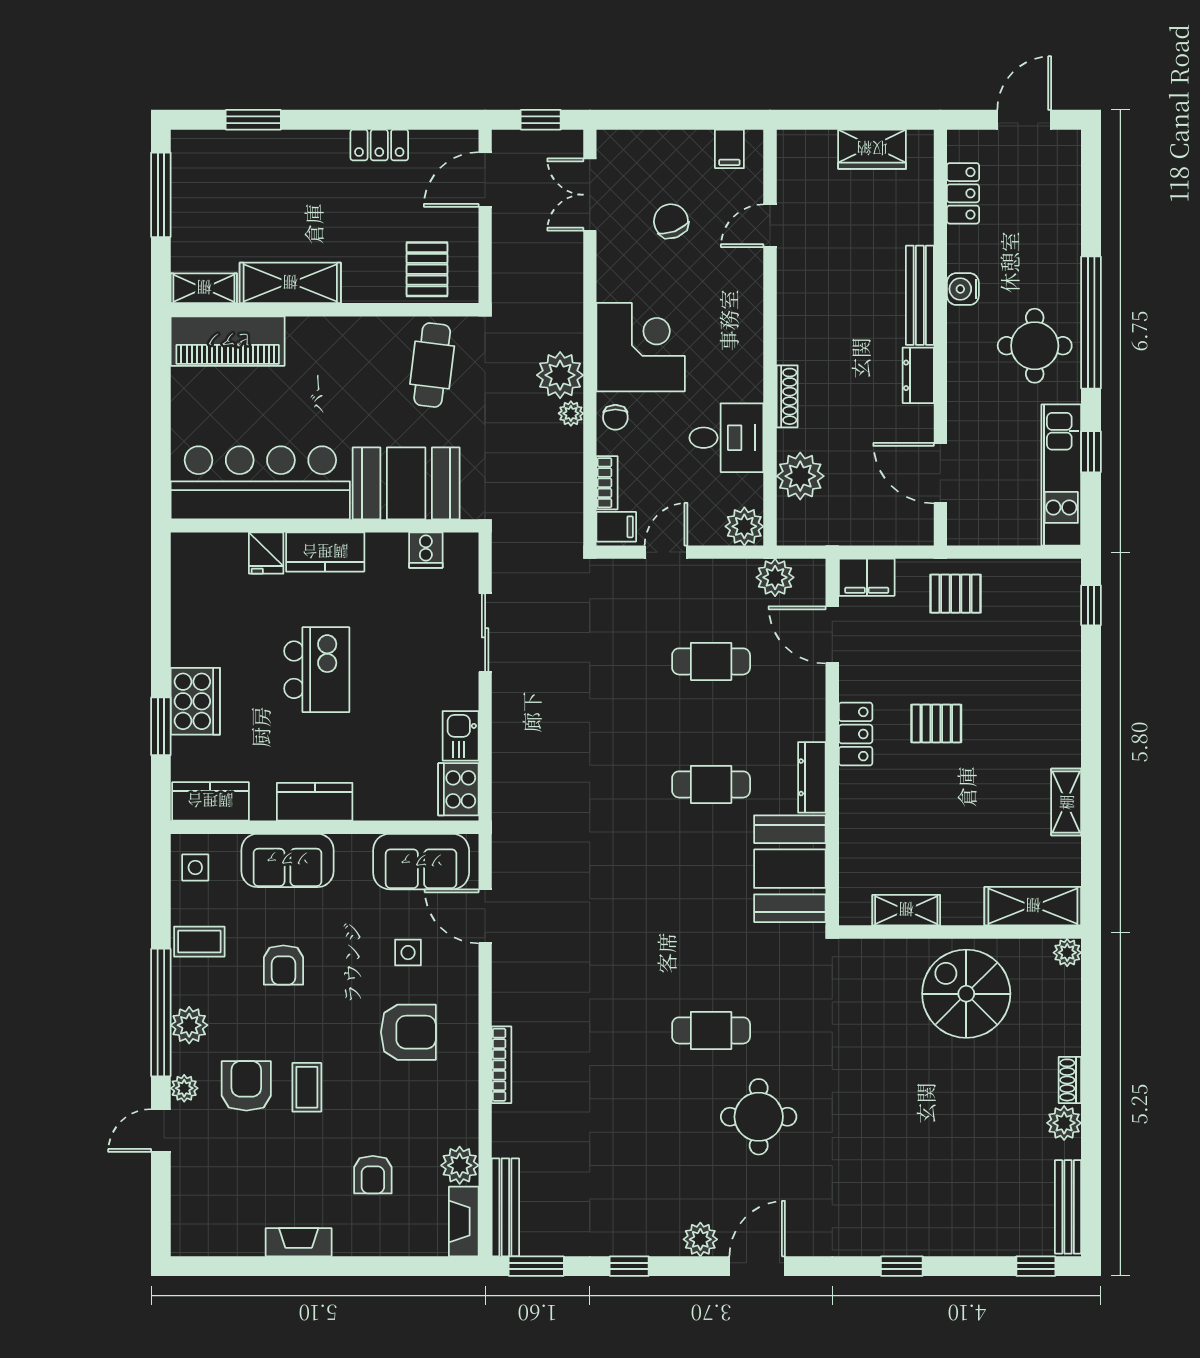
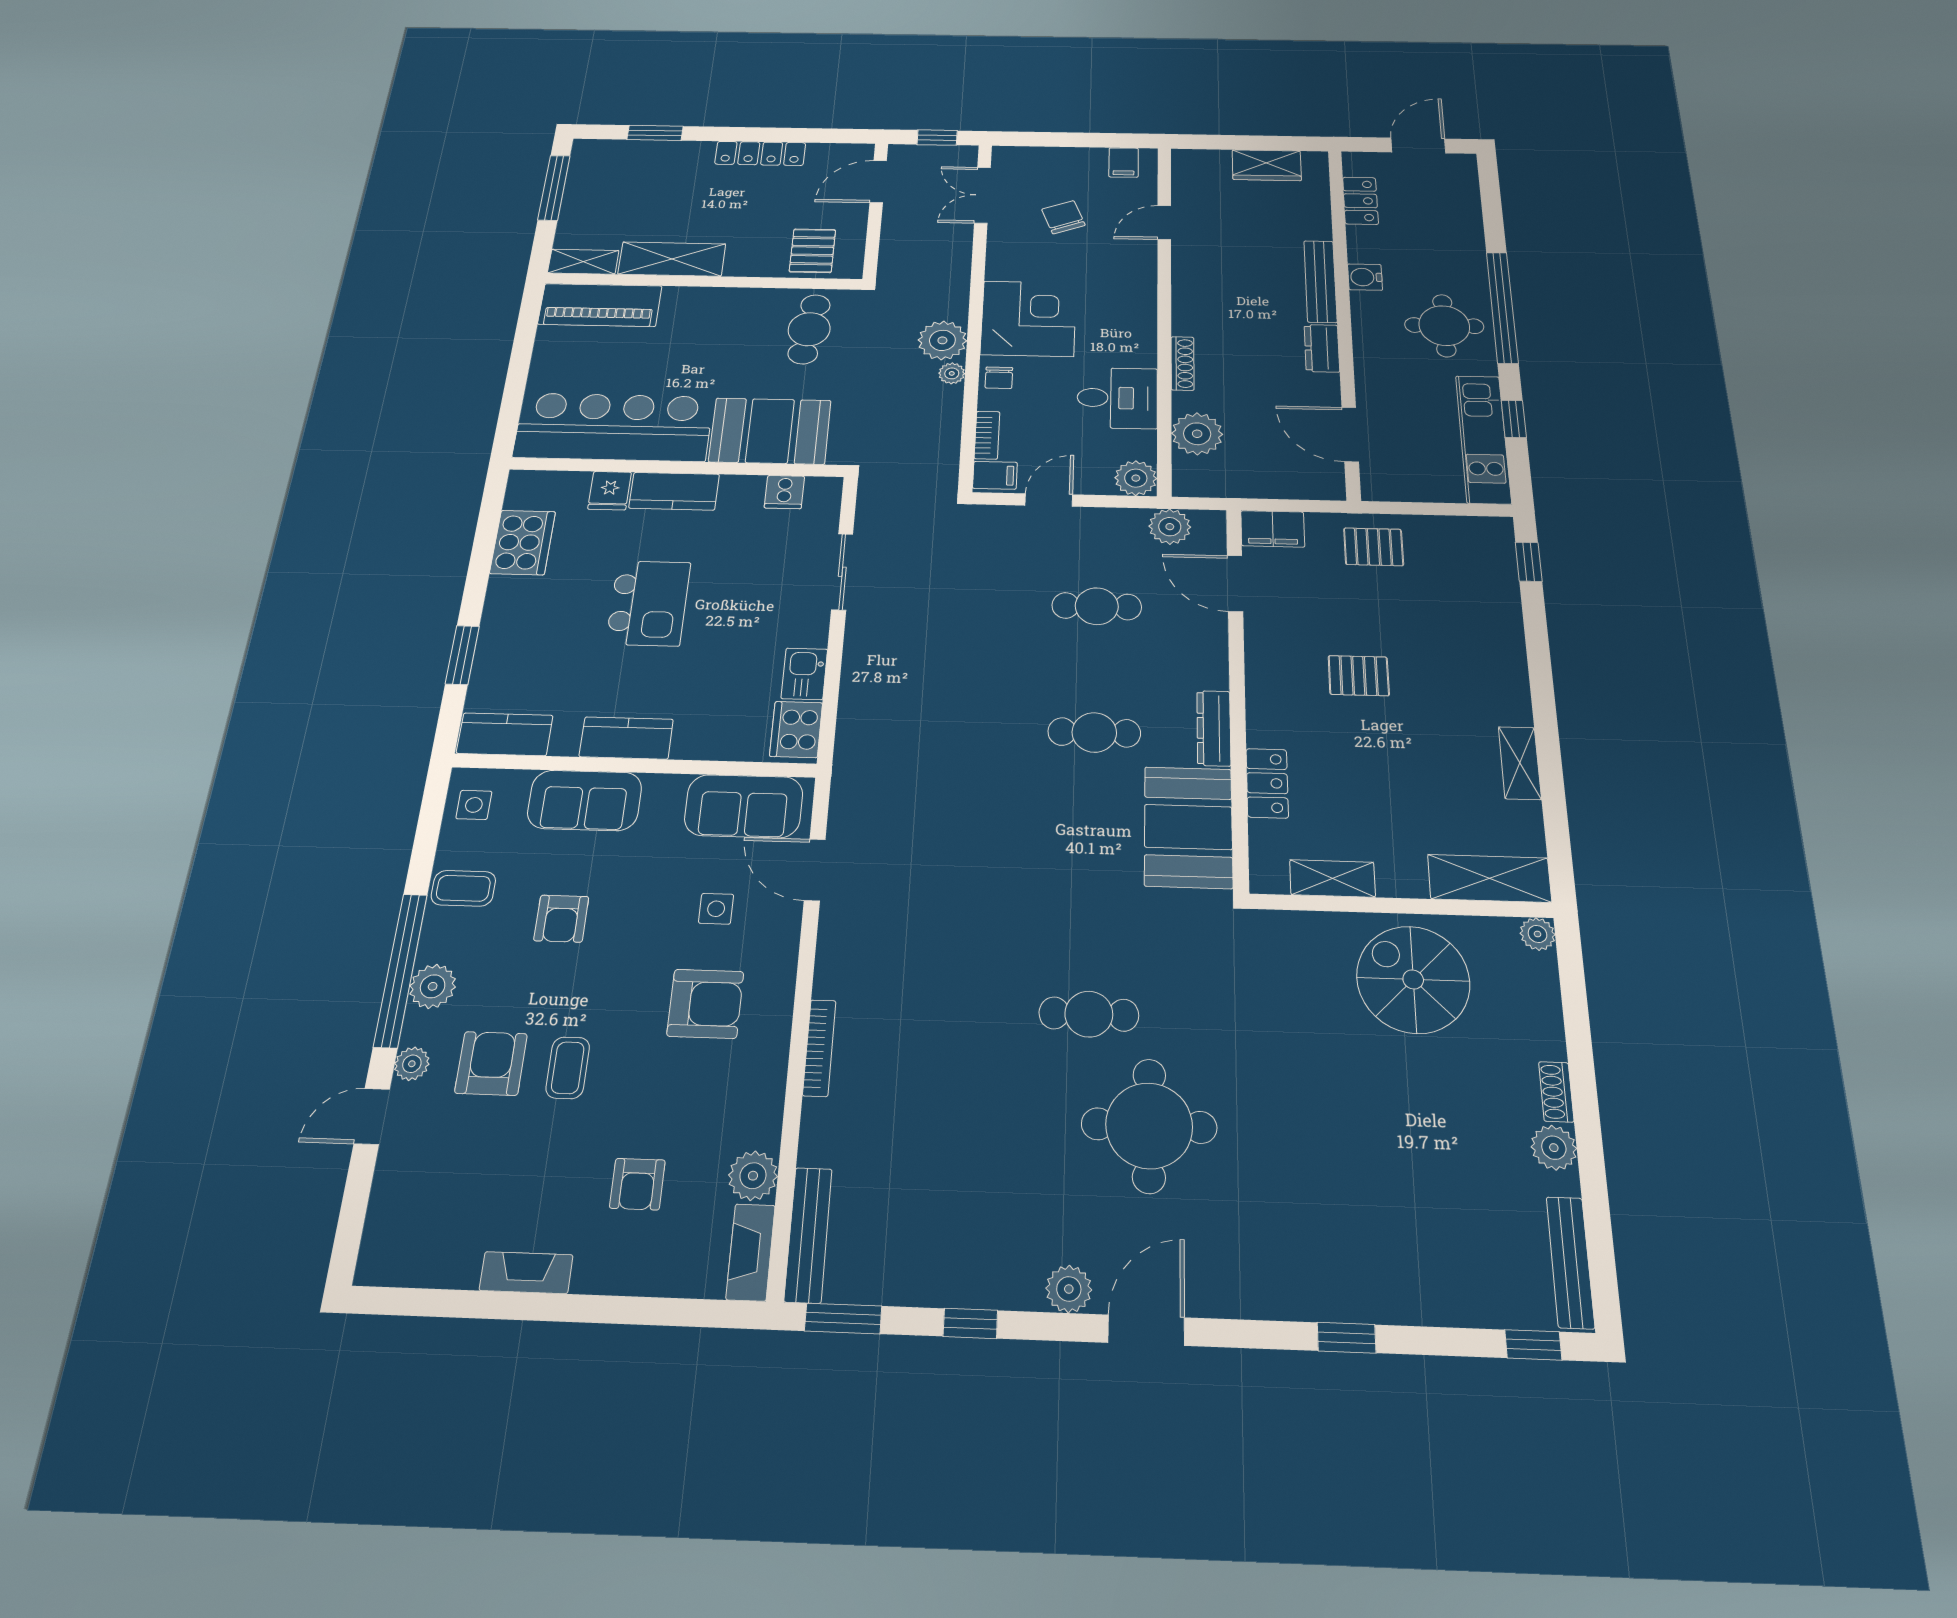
locker: (379, 145) -> (760, 153), width x1.53
cooker: (195, 701) -> (523, 542), moved
locker: (856, 734) -> (1267, 783), moved
round table: (759, 1117) -> (1149, 1126), width x1.36, depth x1.36

